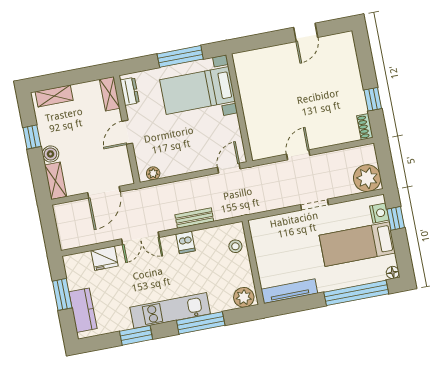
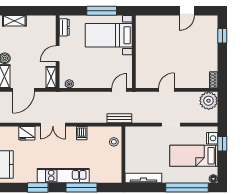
shelving: (110, 94) -> (51, 77), moved
window: (373, 99) -> (222, 36), moved
plant: (367, 178) -> (209, 101), moved
door: (104, 192) -> (24, 90), moved
bench: (194, 218) -> (119, 118), moved
plant: (244, 297) -> (113, 176), removed

